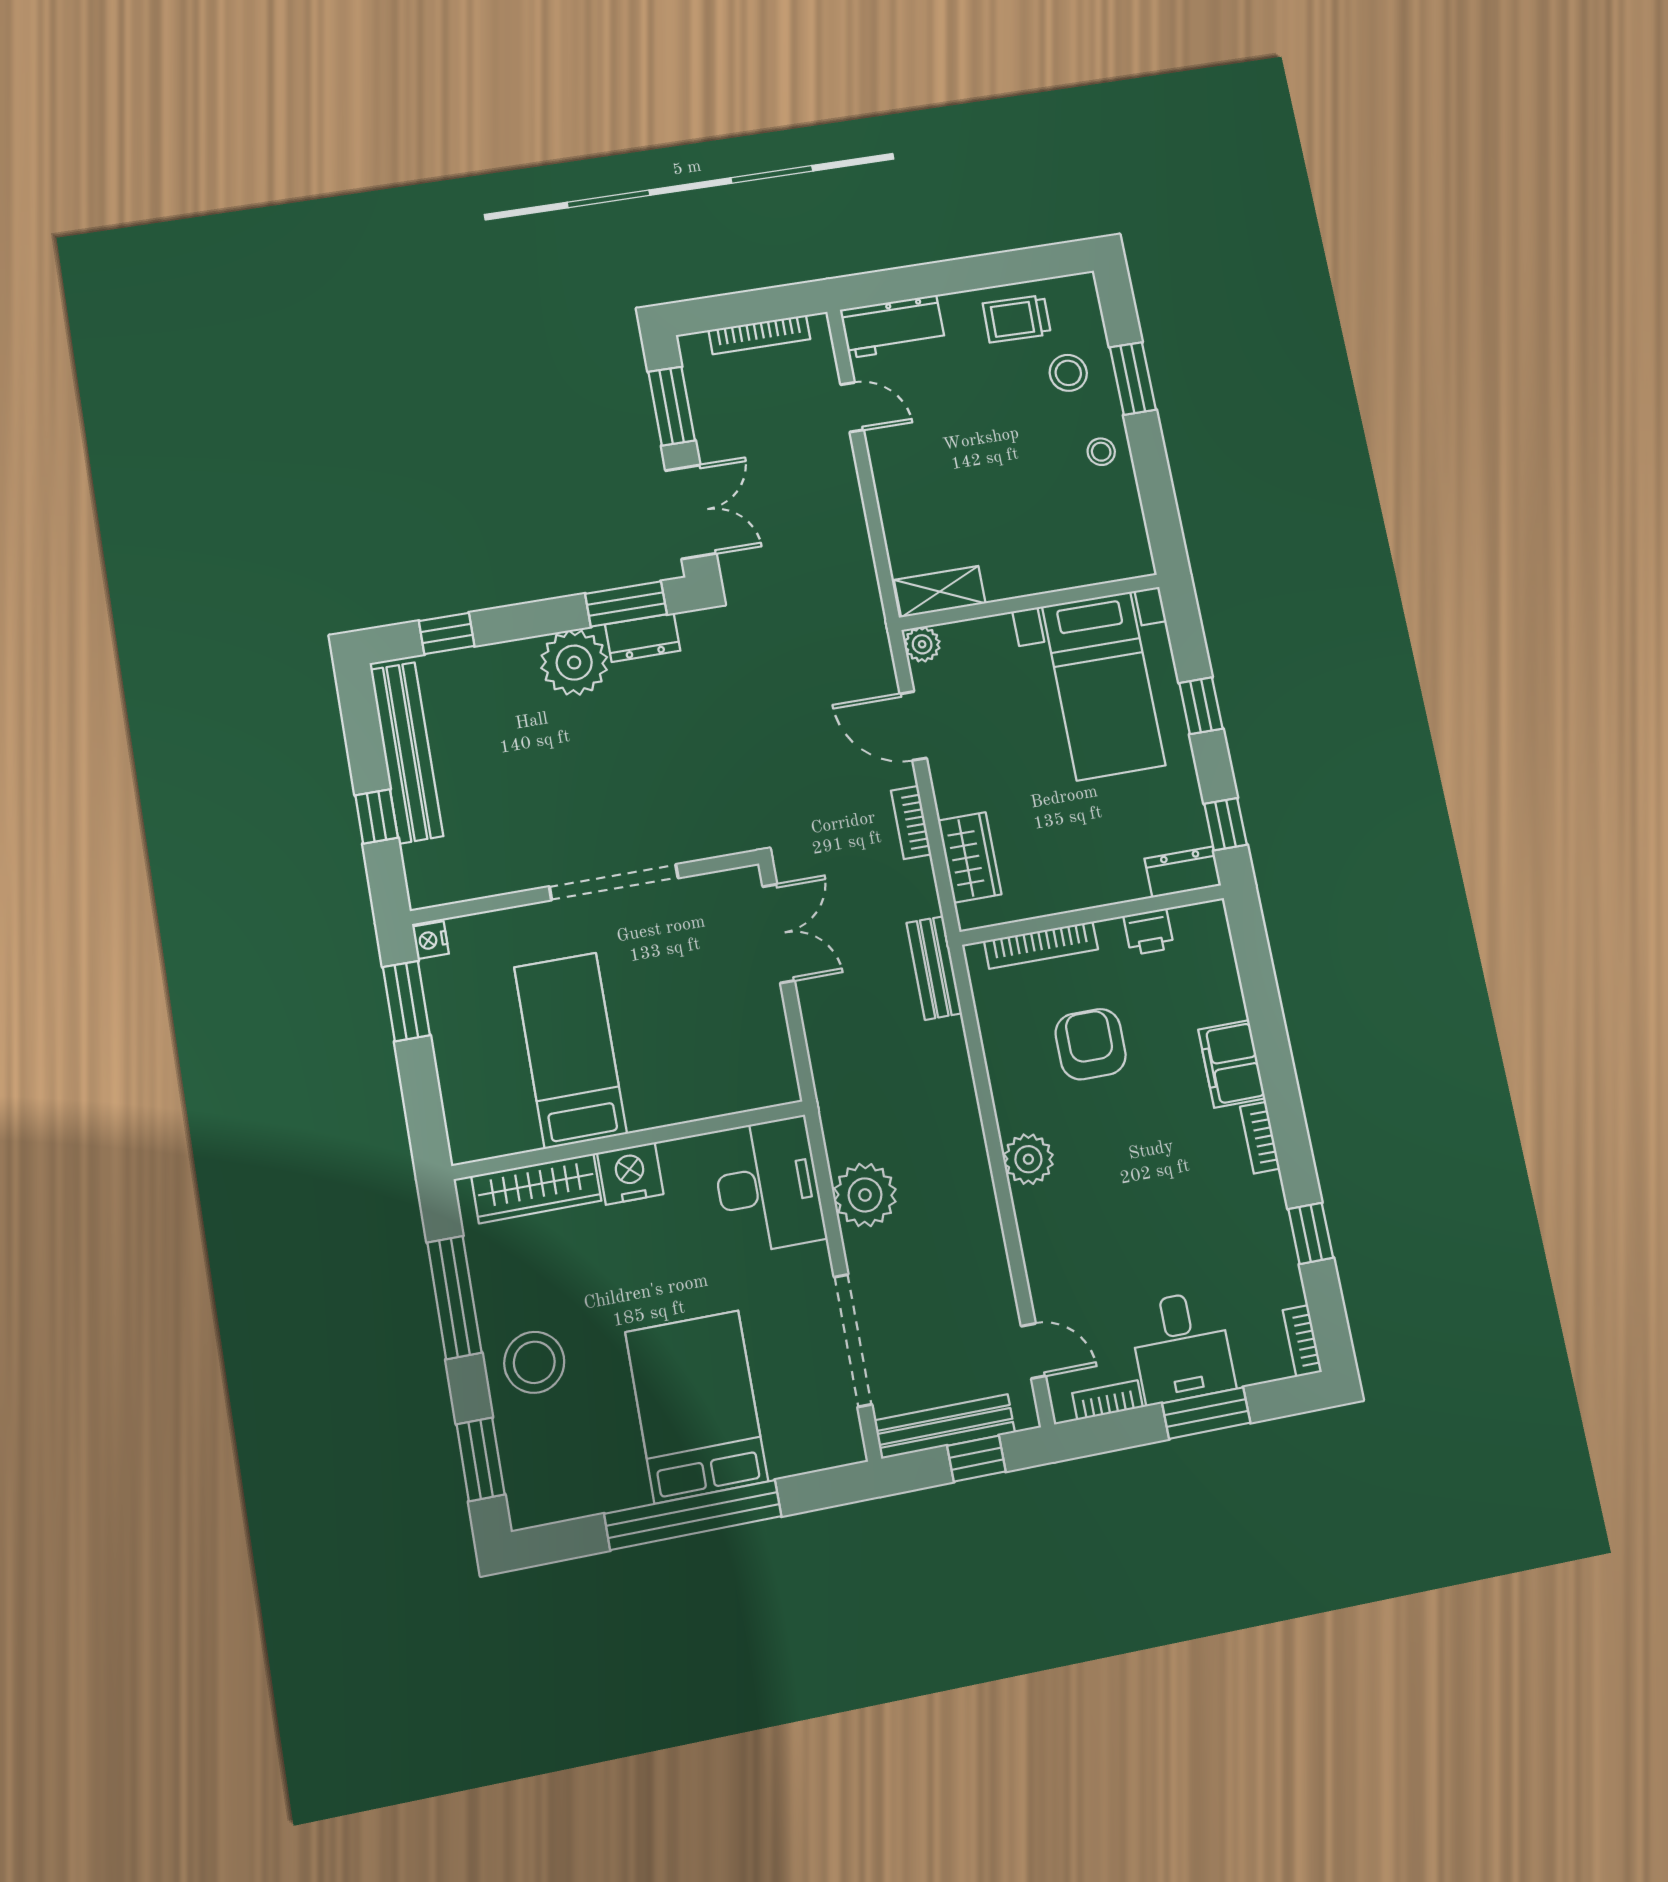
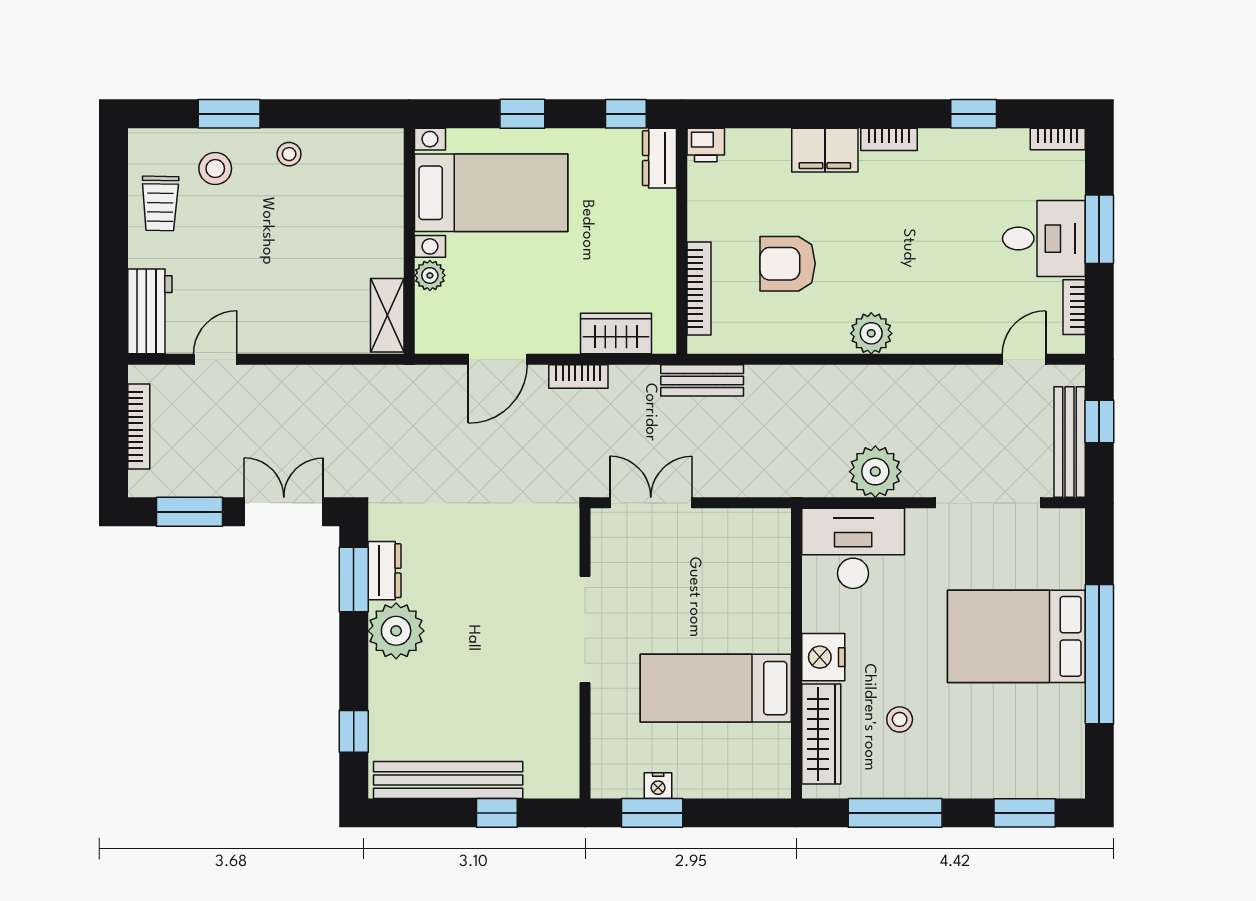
plant: (922, 644) -> (430, 275), moved
printer: (1149, 932) -> (706, 145), moved, turned 90
nightstand: (431, 940) -> (658, 786), moved
stool: (534, 1362) -> (900, 719), moved, width x0.53, depth x0.53

